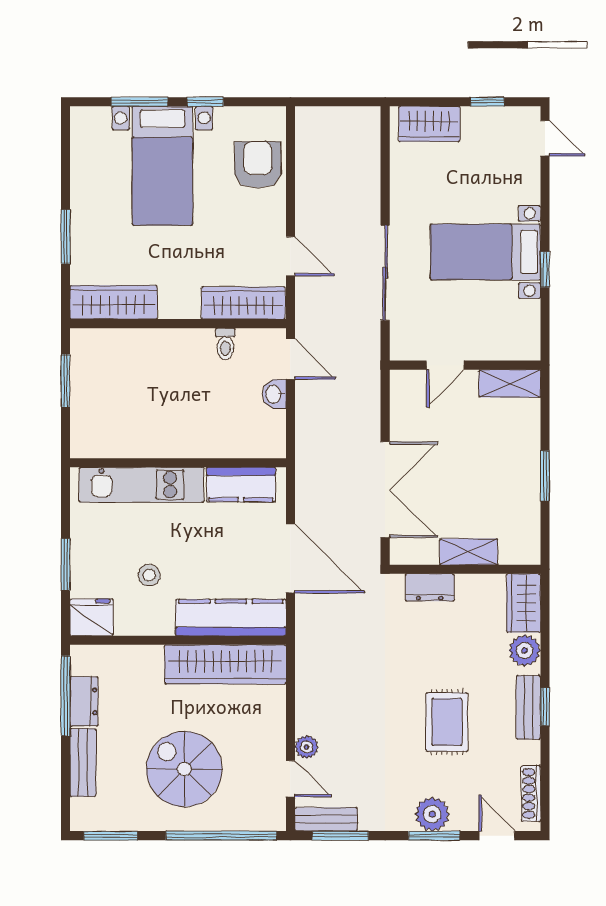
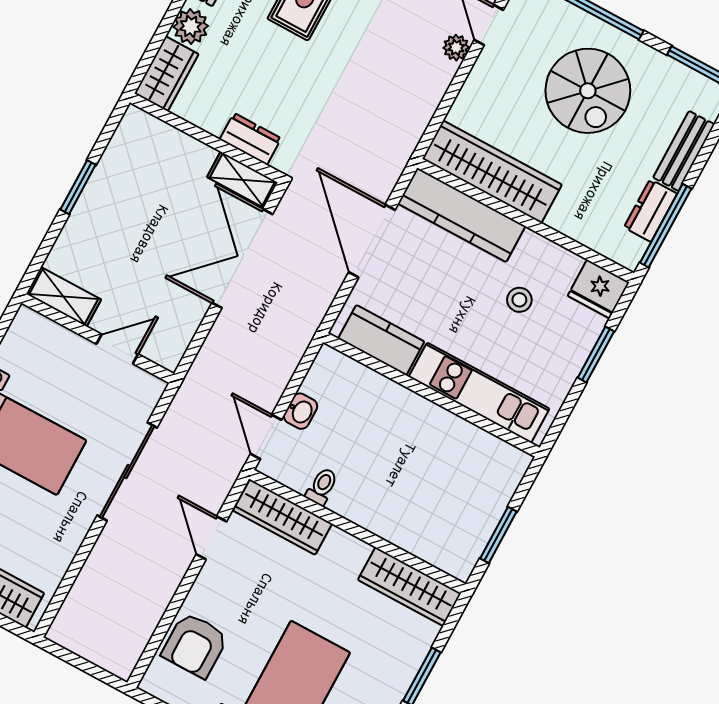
shelving: (469, 552) -> (242, 180), moved

